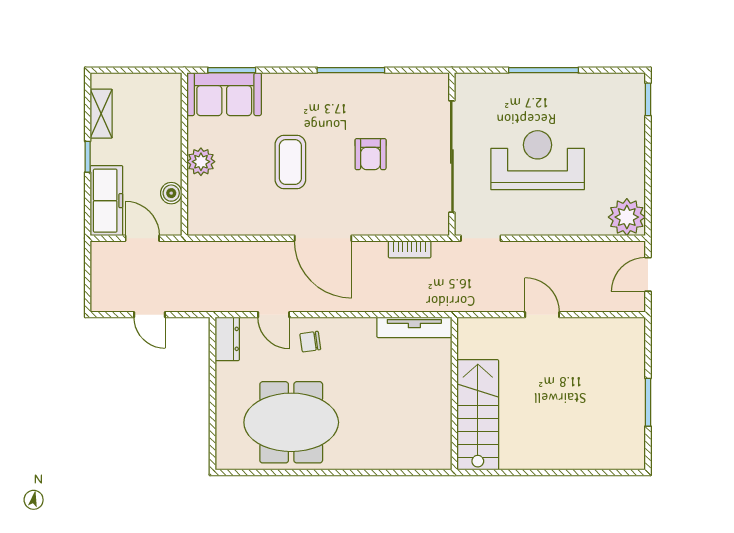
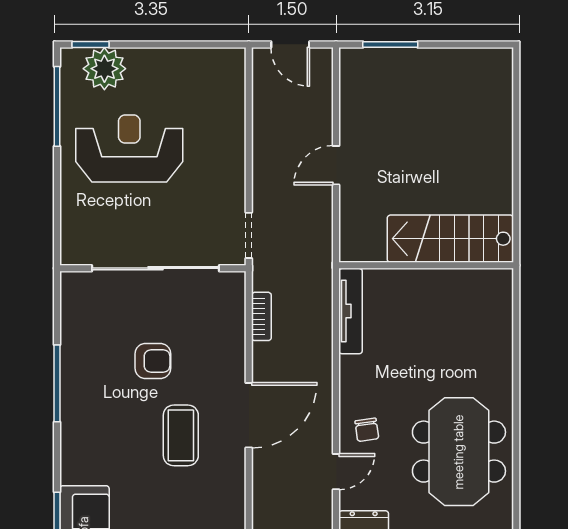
window: (544, 70) -> (57, 106), moved
reception desk: (538, 160) -> (129, 148), moved, turned 90
coffee table: (290, 162) -> (181, 435), moved, turned 90
plant: (627, 217) -> (104, 69), moved
window: (648, 402) -> (390, 44), moved

